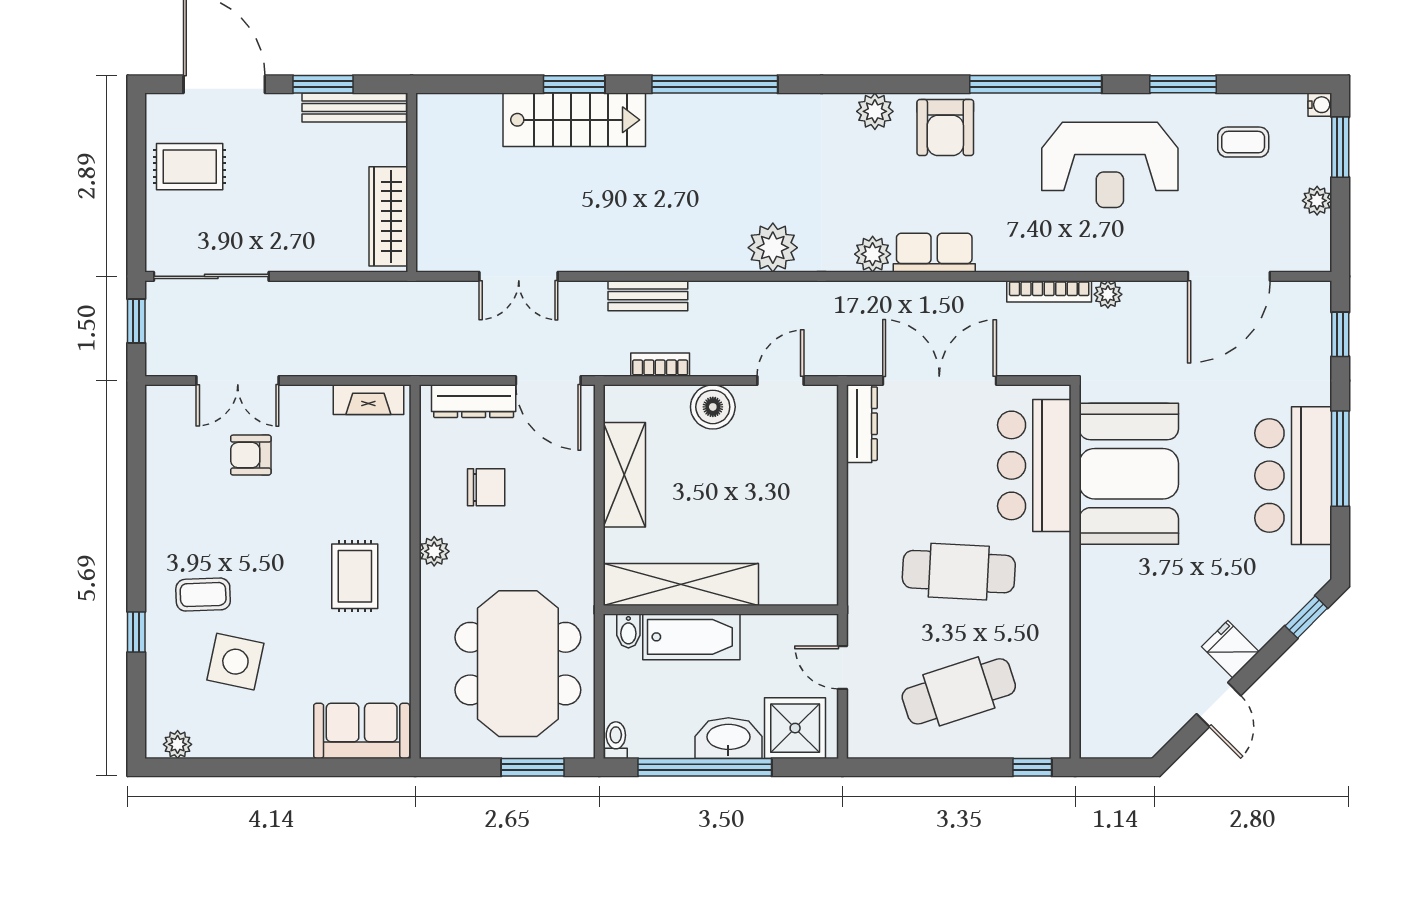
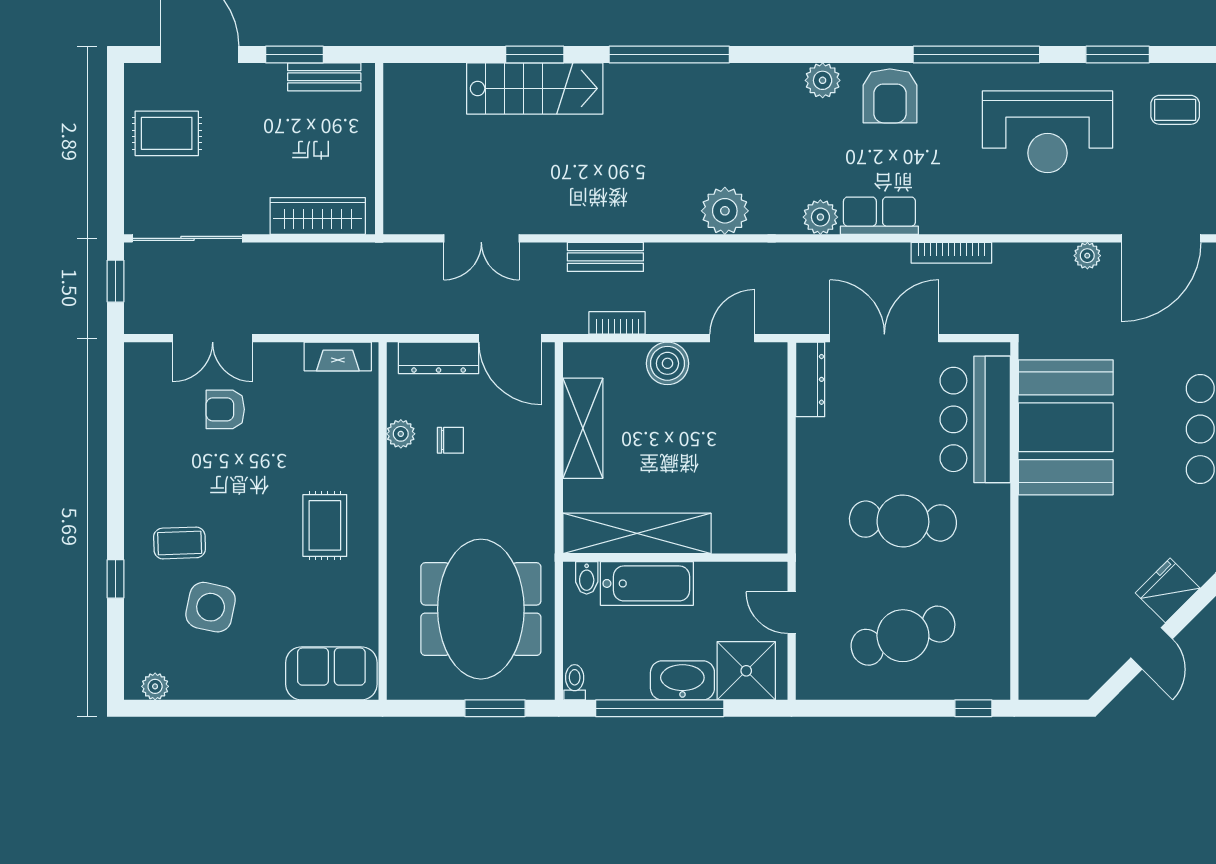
bench: (354, 108) -> (324, 77), width x0.73
wardrobe: (388, 216) -> (318, 216), moved, turned 90
bookcase: (1049, 291) -> (951, 253), moved
plant: (1108, 294) -> (1087, 256), moved
chair: (486, 487) -> (450, 440), width x0.73, depth x0.73
plant: (434, 551) -> (401, 434), moved
fridge: (1230, 649) -> (1168, 590), width x1.38

